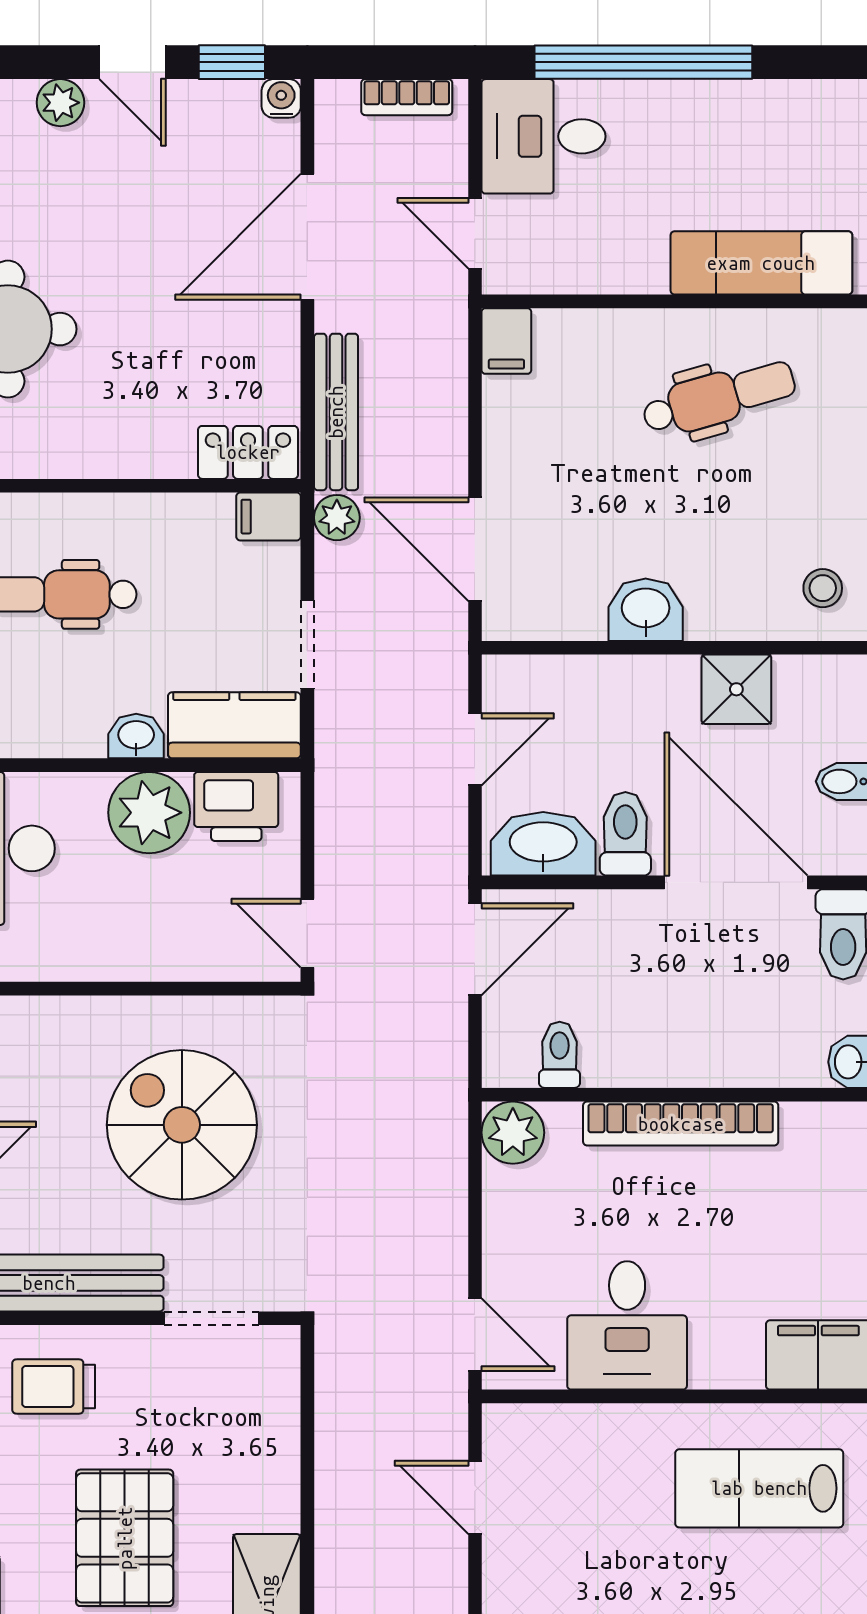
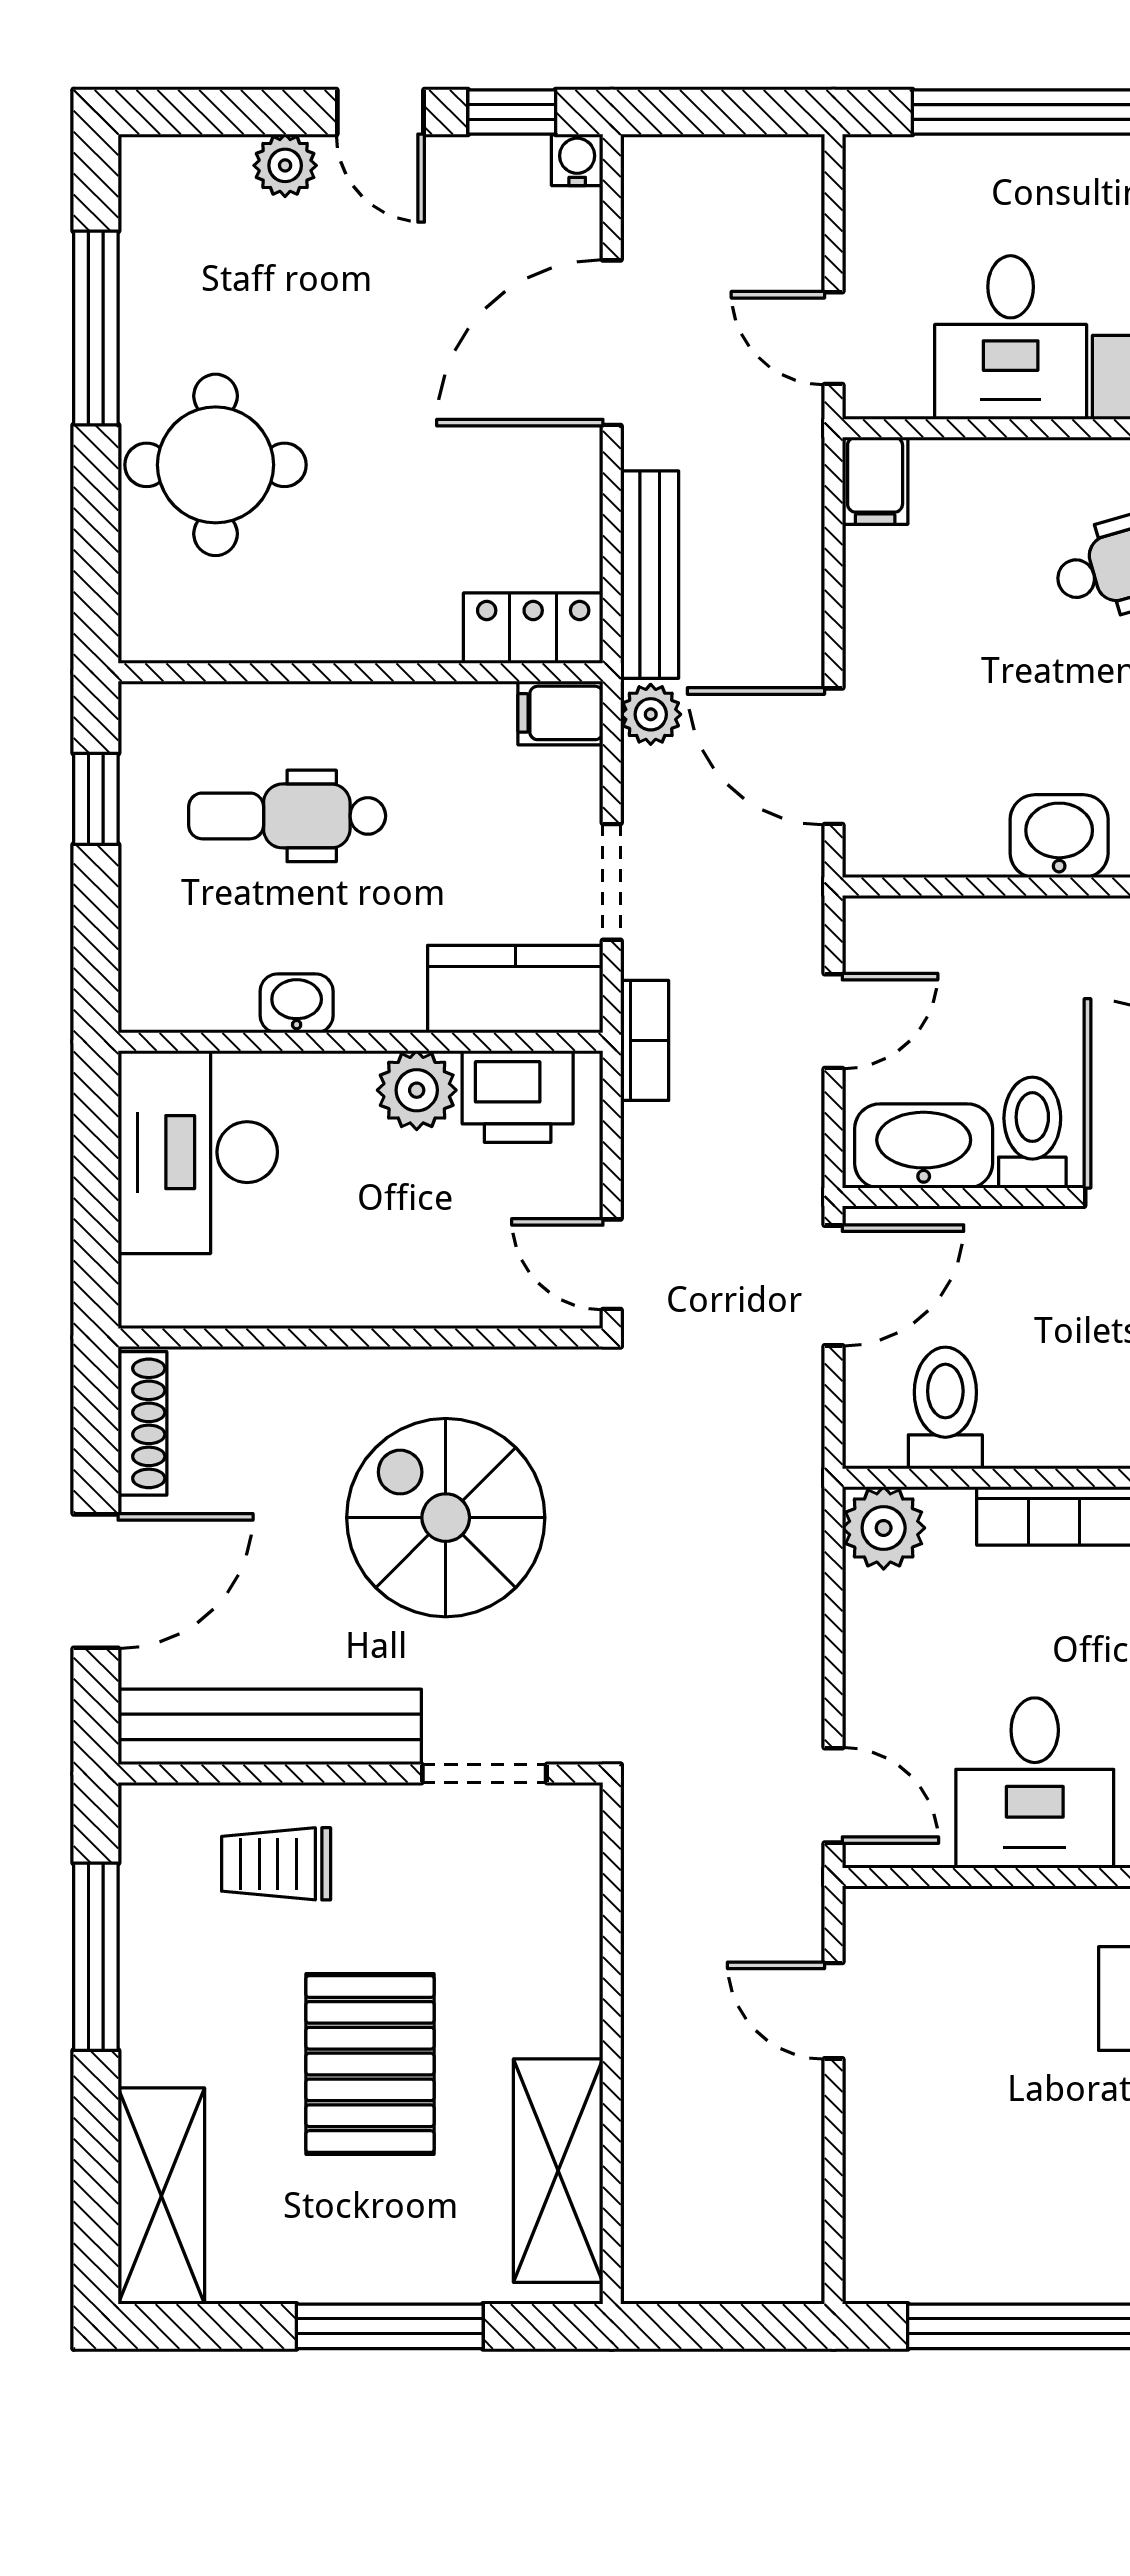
bookcase: (407, 97) -> (645, 1040), moved, turned -90
desk: (544, 136) -> (1011, 338), moved, turned -90
washbasin: (136, 736) -> (297, 1003), moved
plant: (149, 813) -> (417, 1090), width x0.73, depth x0.73
toilet: (560, 1055) -> (945, 1408), width x1.37, depth x1.39

